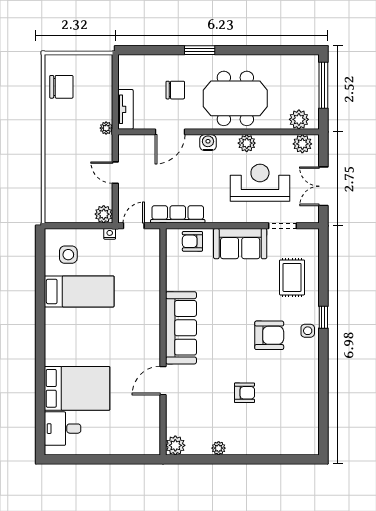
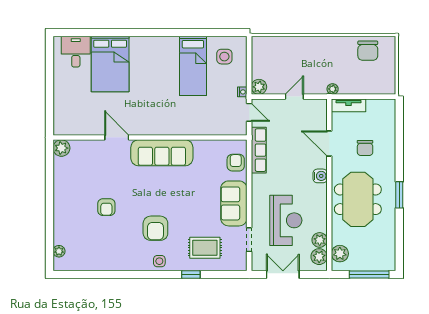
window: (200, 50) -> (399, 195), moved
plant: (247, 143) -> (320, 240), moved
window: (323, 317) -> (191, 274), moved
plant: (219, 448) -> (59, 251), moved

